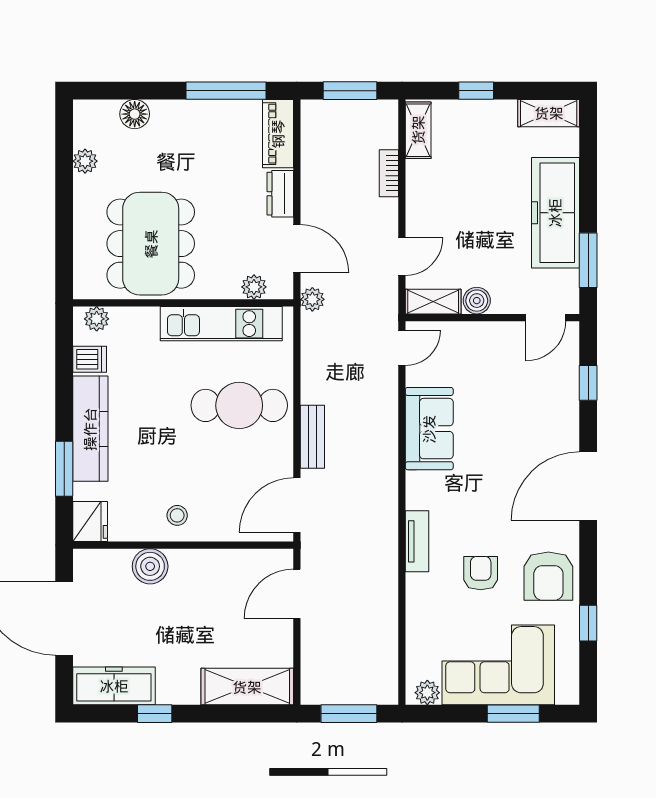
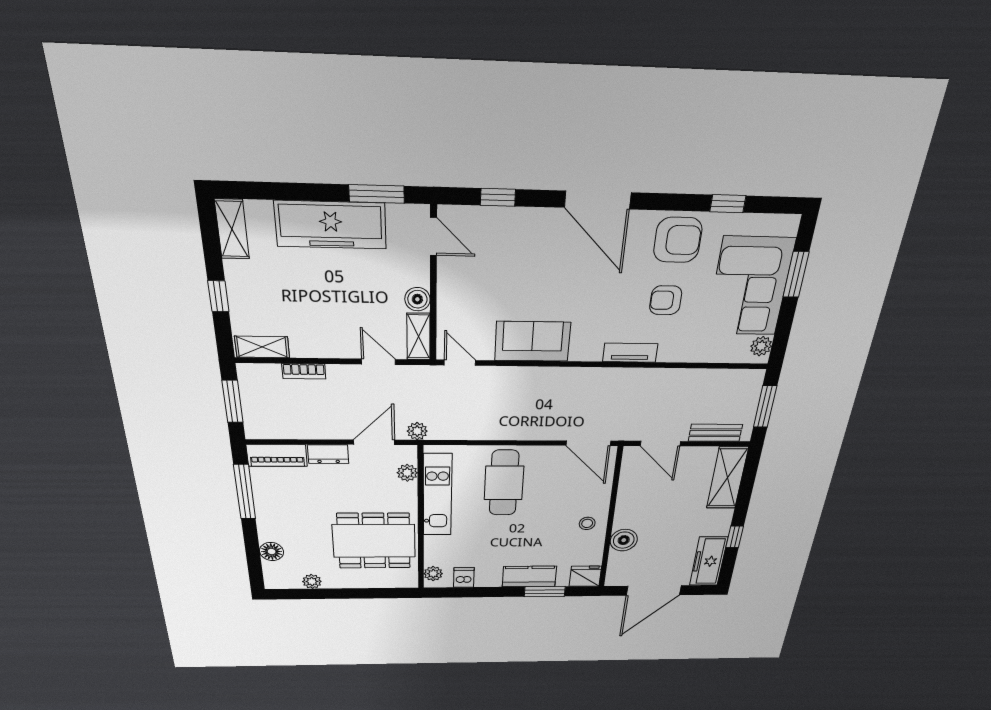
kitchen counter: (90, 429) -> (529, 577), width x0.67
bench: (312, 437) -> (715, 433), moved

